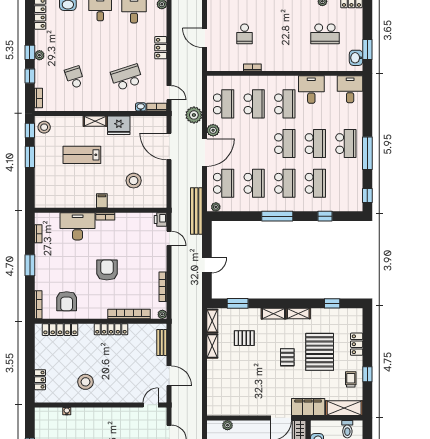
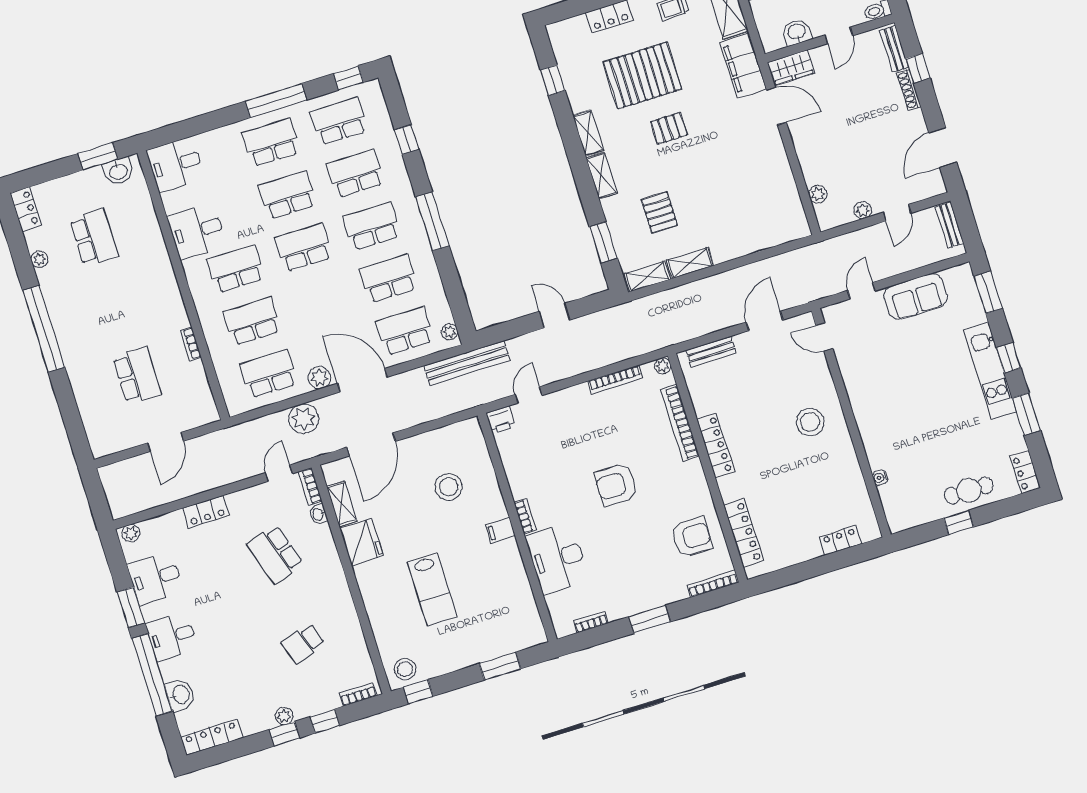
school desk: (245, 34) -> (137, 375), width x1.85
shelving: (95, 121) -> (342, 504), moved
window: (30, 157) -> (500, 666), moved
school desk: (346, 183) -> (339, 121), added
stool: (85, 382) -> (810, 422), moved

